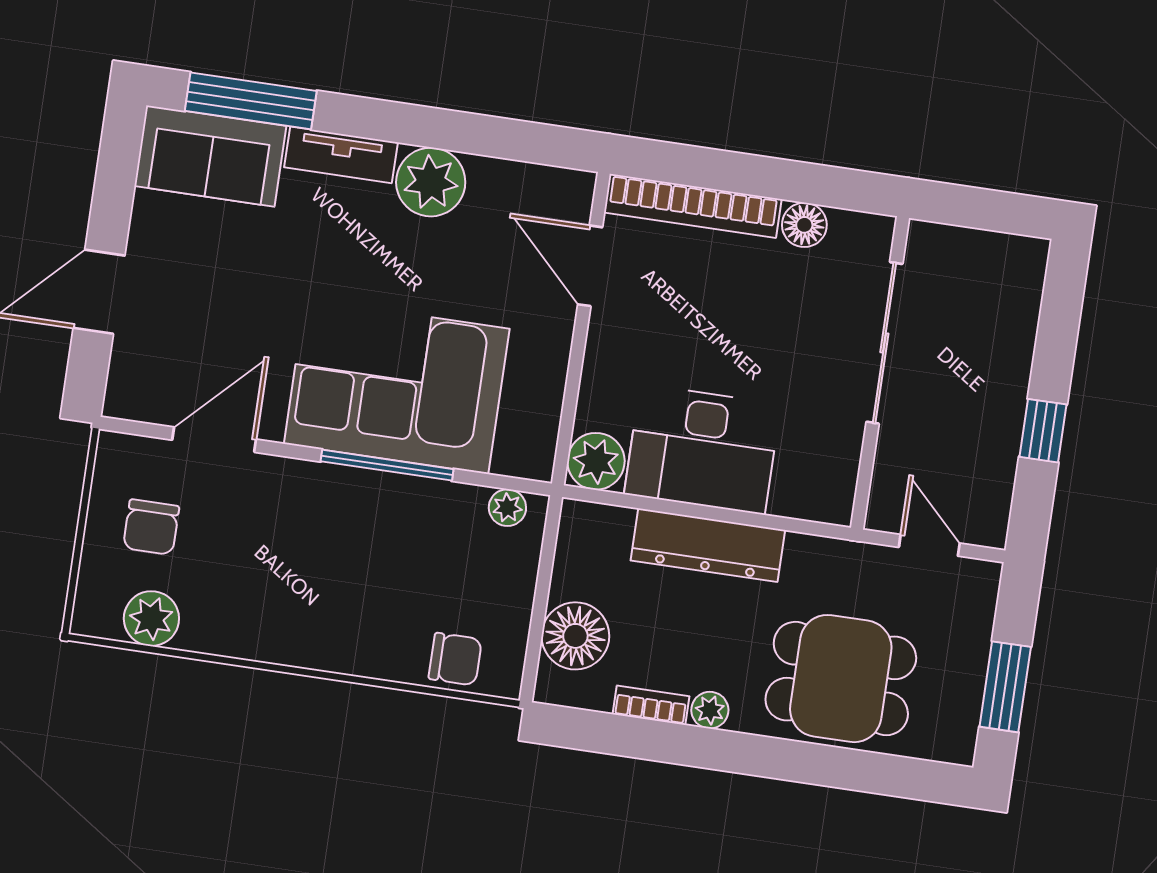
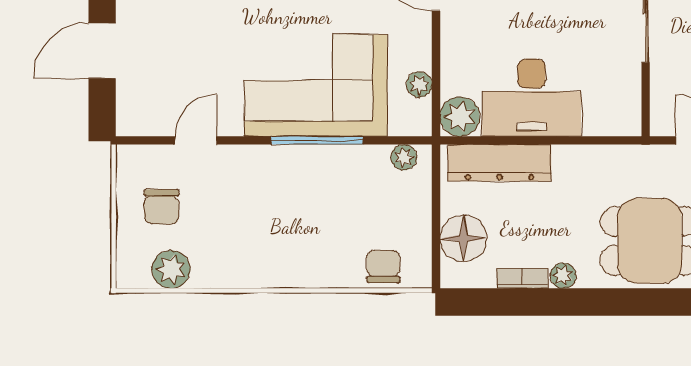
plant: (545, 407) -> (419, 84), added
door: (214, 440) -> (196, 140), width x0.73
dresser: (708, 545) -> (500, 163), moved
chair: (455, 659) -> (383, 266), turned -90

